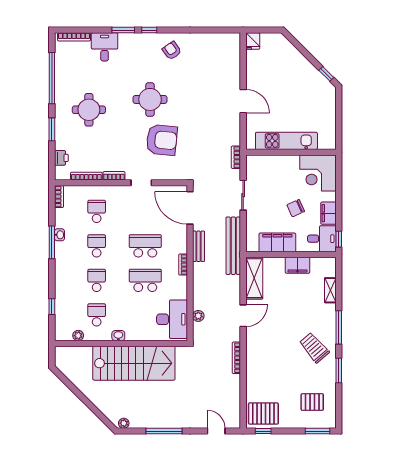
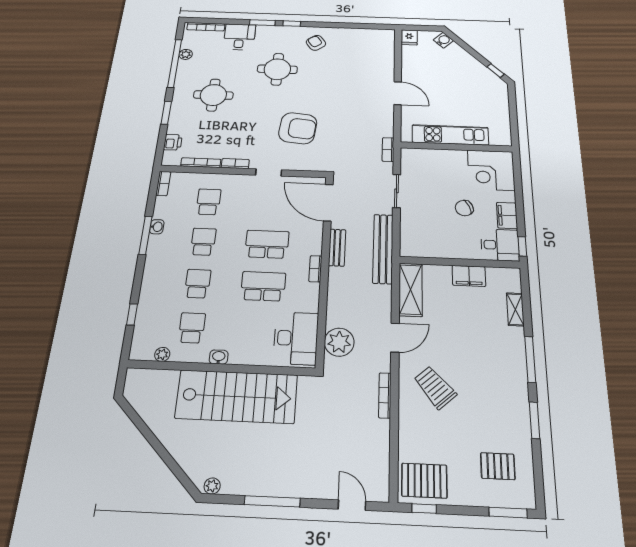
water cooler: (282, 43) -> (443, 40), added
plant: (60, 68) -> (186, 54), added
round table: (150, 99) -> (277, 69), moved
filing cabinet: (277, 242) -> (441, 247), removed
plant: (198, 316) -> (339, 342), width x1.88, depth x1.88
trolley: (314, 348) -> (435, 387), moved

